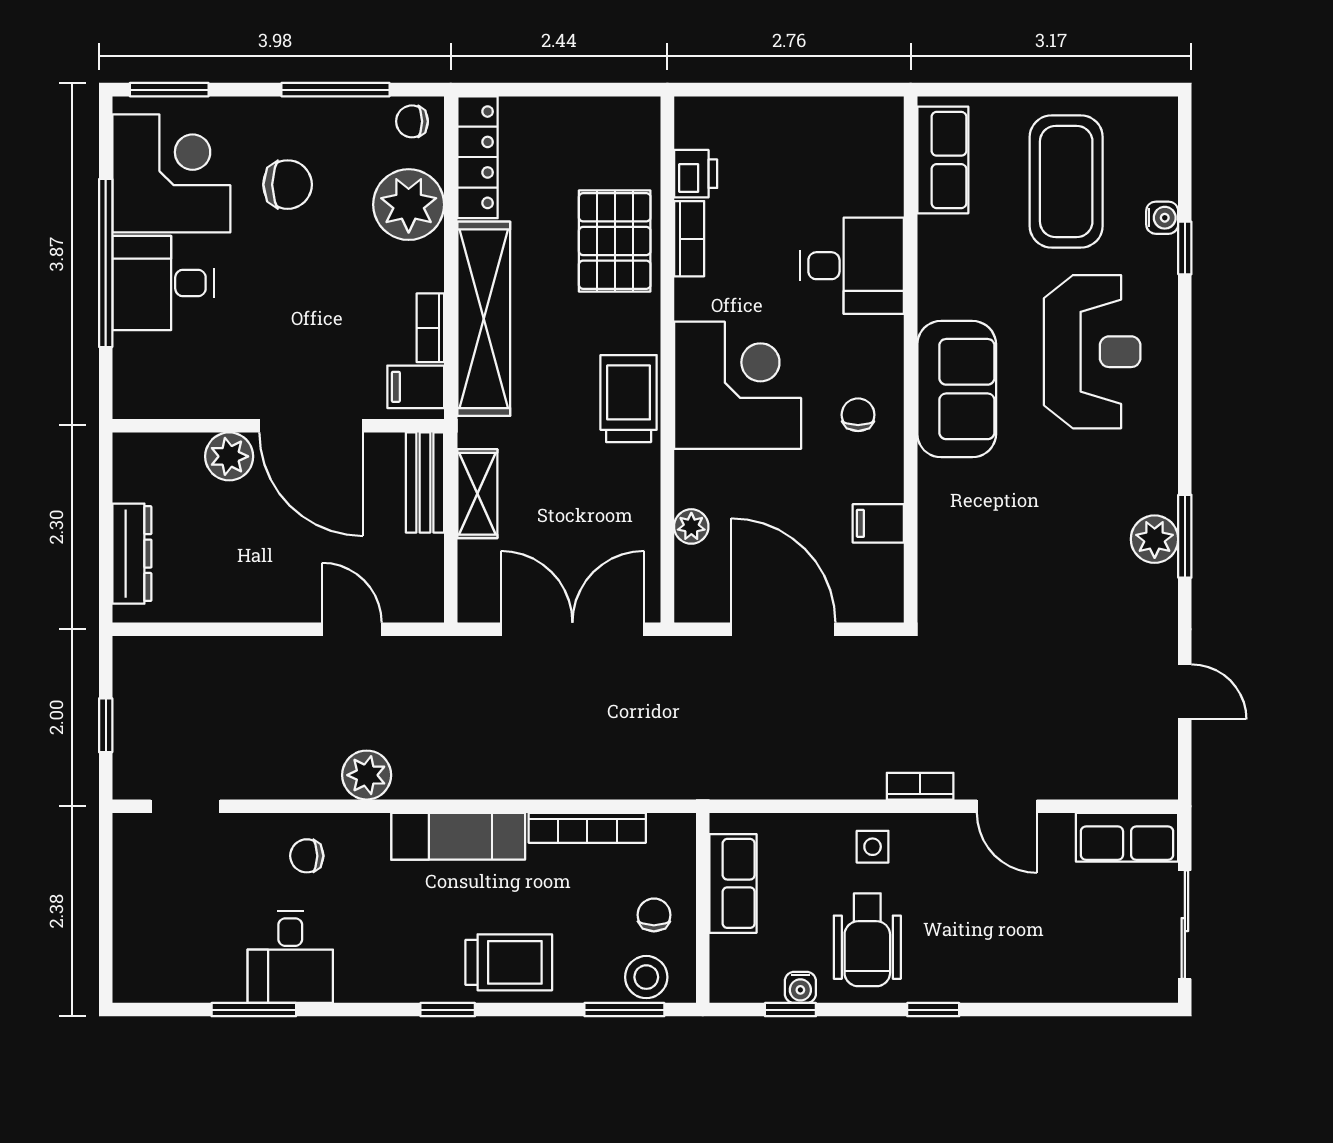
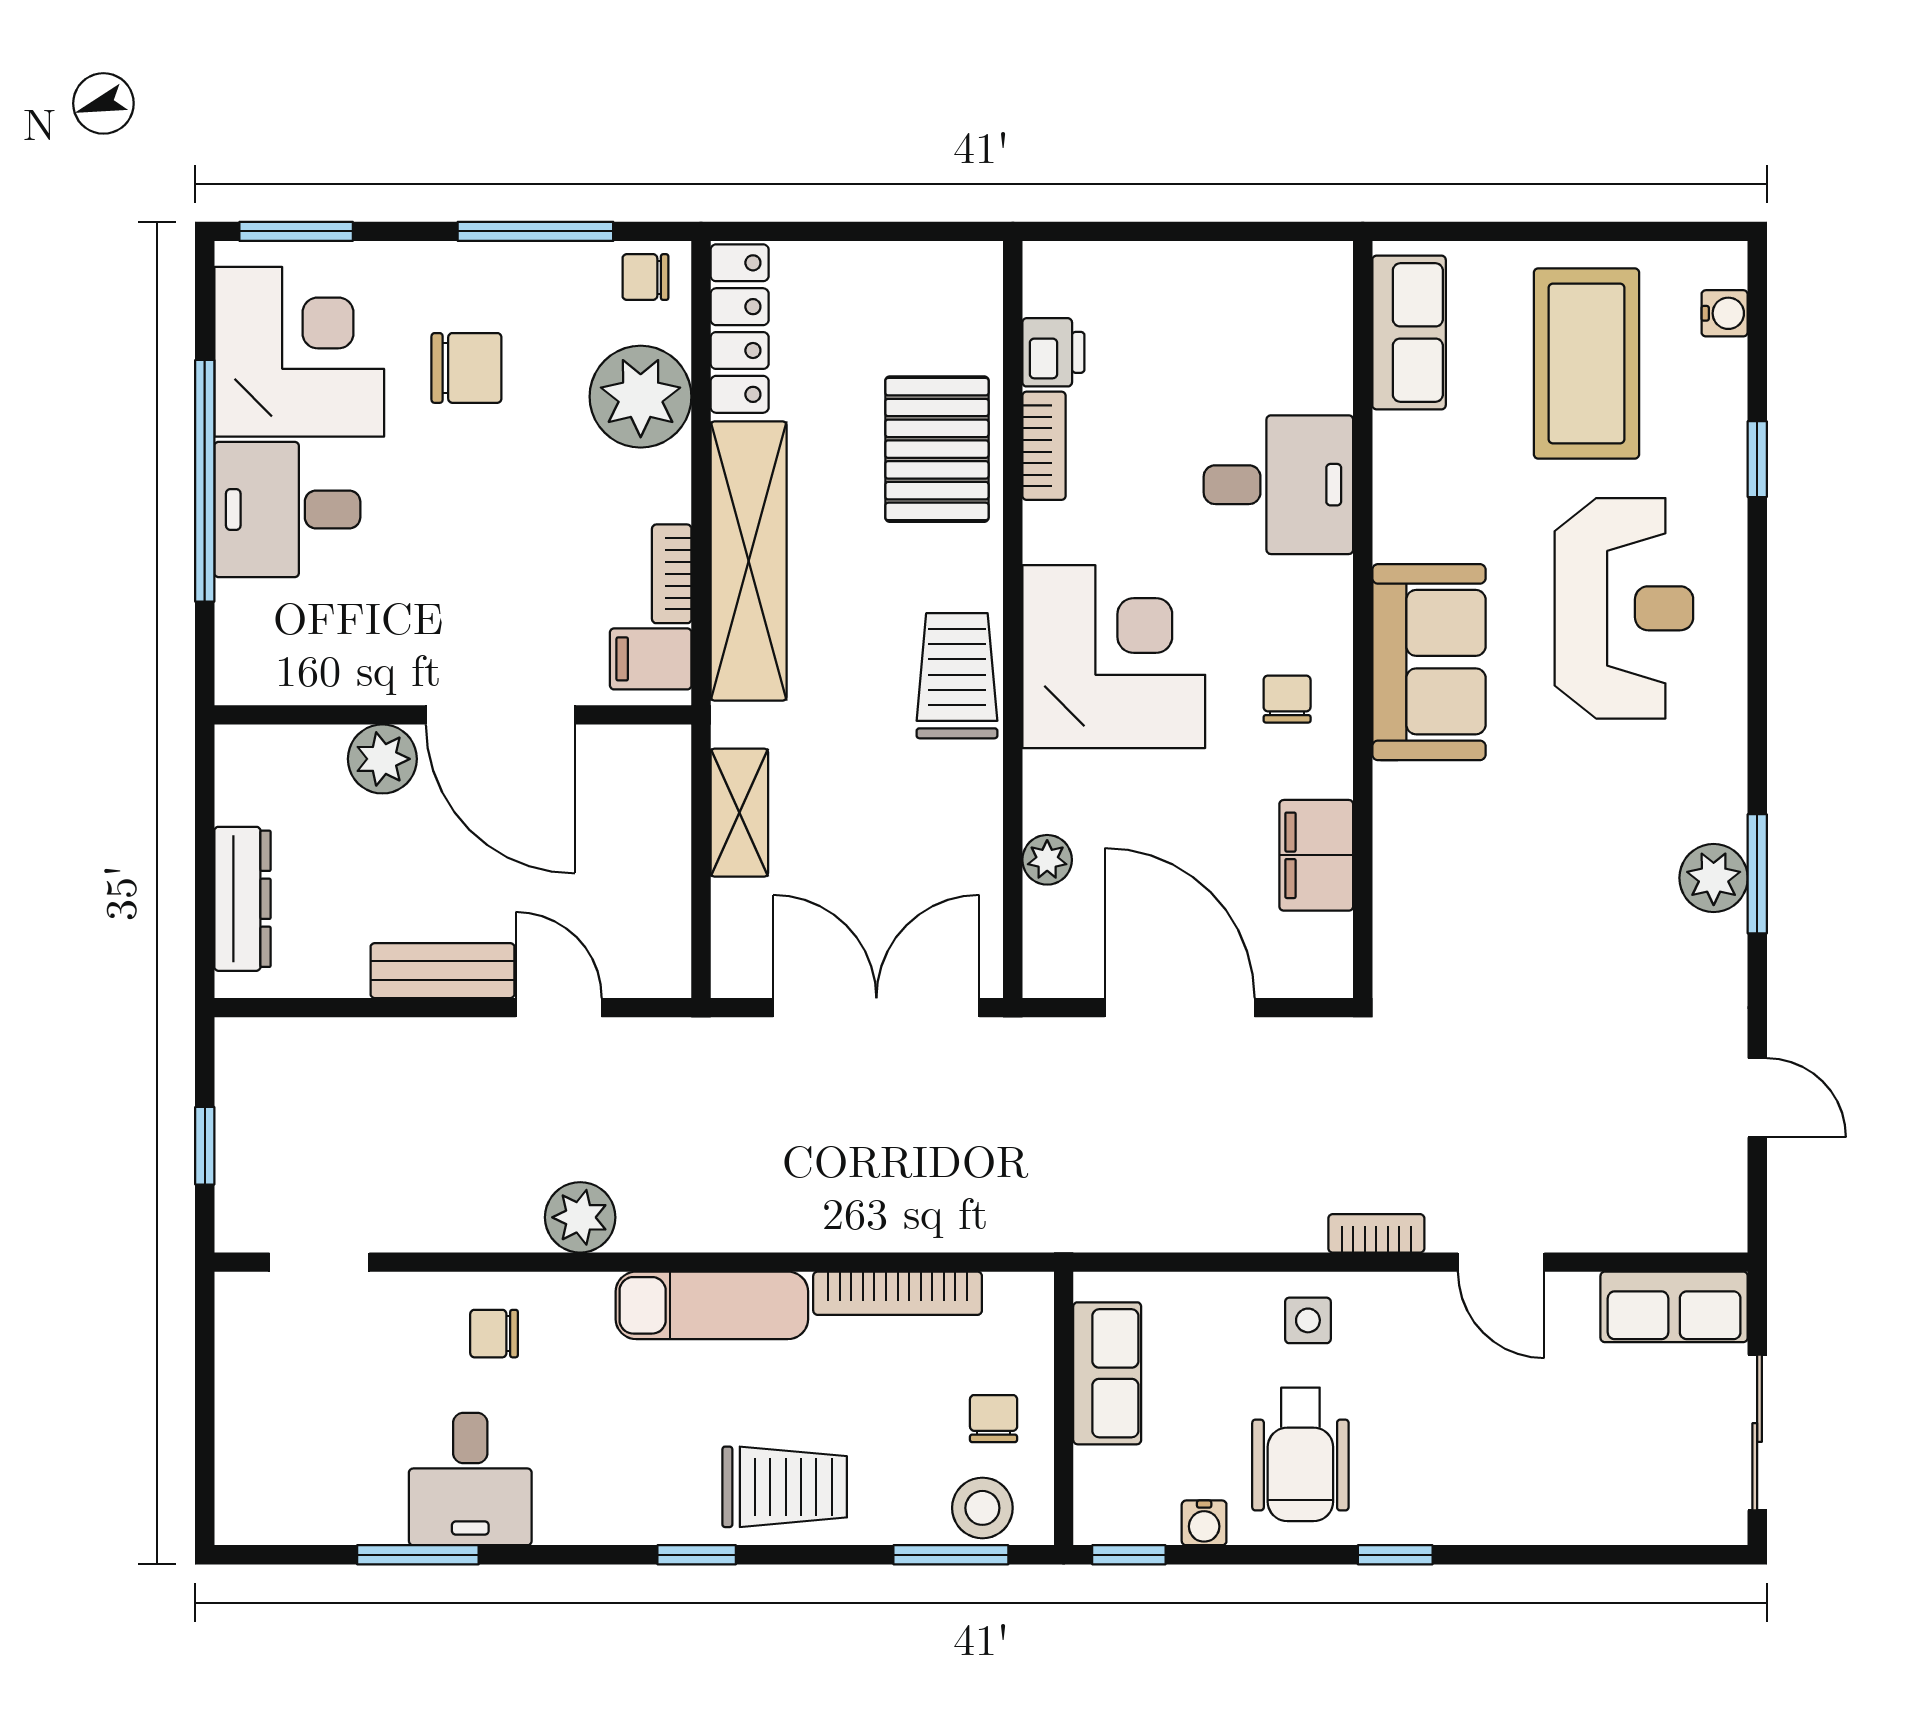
water cooler: (1162, 218) -> (1725, 313), moved
bench: (425, 482) -> (443, 971), moved, turned 90
filing cabinet: (878, 523) -> (1316, 855), width x2.00
window: (790, 1010) -> (1129, 1555), moved

